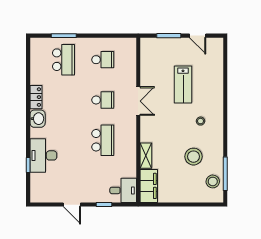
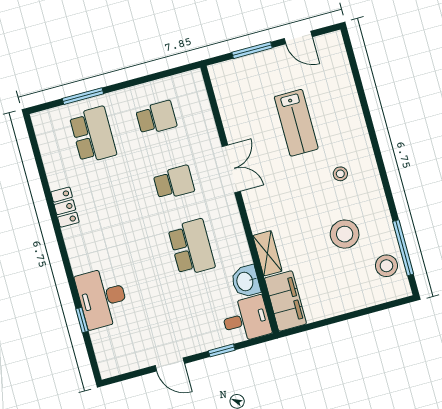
washbasin: (38, 119) -> (246, 281), moved, turned 180

